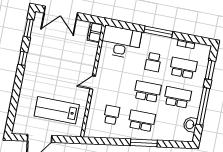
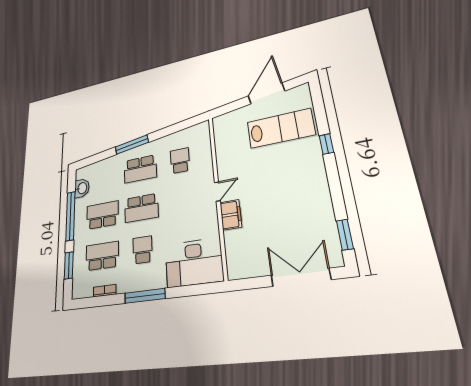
filing cabinet: (95, 32) -> (231, 215), moved
window: (23, 58) -> (326, 144), moved
school desk: (183, 68) -> (102, 256), turned 180
school desk: (177, 97) -> (103, 215), turned 180
lab bench: (57, 110) -> (281, 128), moved
school desk: (111, 115) -> (180, 161), turned 180

